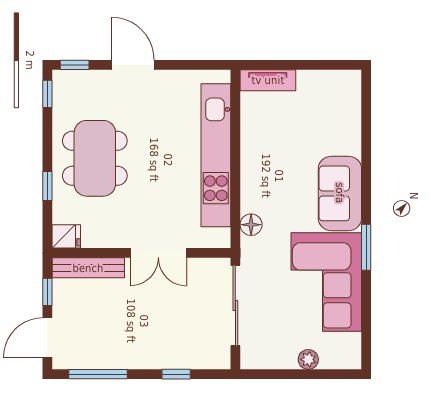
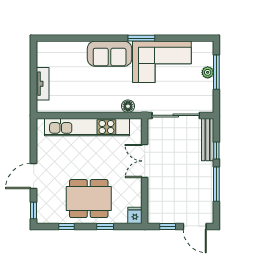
tv unit: (268, 80) -> (43, 84), moved
window: (47, 94) -> (67, 227), moved
double door: (158, 253) -> (145, 161), swing flipped
bench: (88, 268) -> (208, 140), moved
window: (98, 374) -> (216, 184), moved
window: (309, 374) -> (216, 72), added

